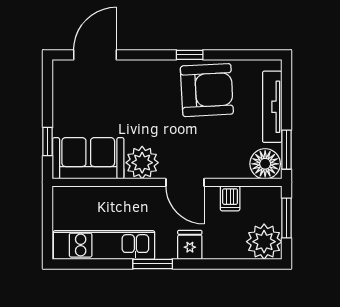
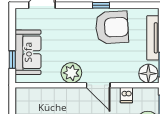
sofa: (88, 158) -> (28, 52), moved, turned 90

